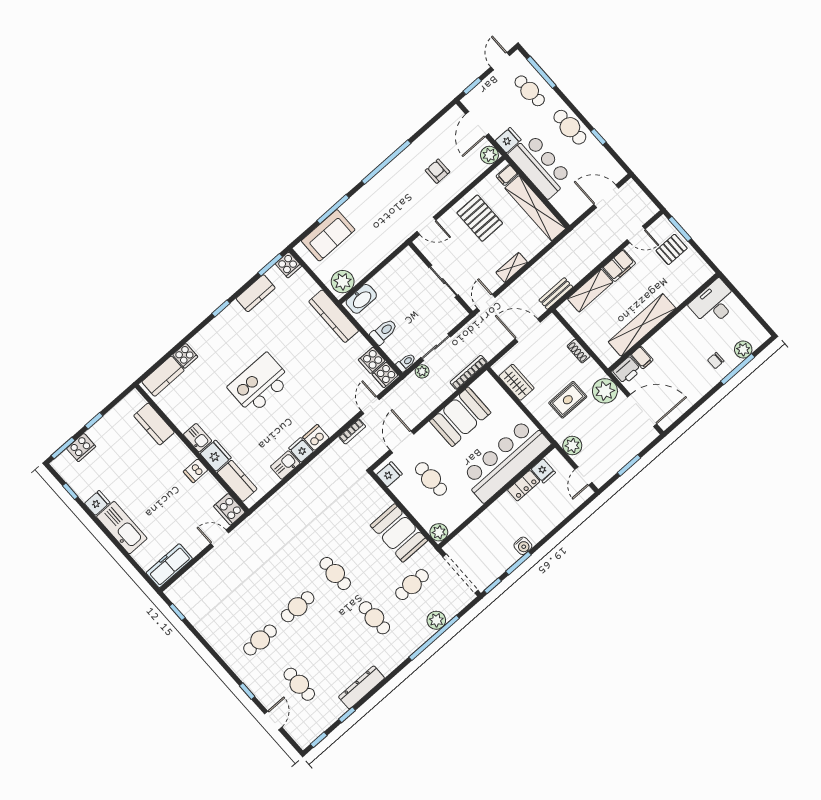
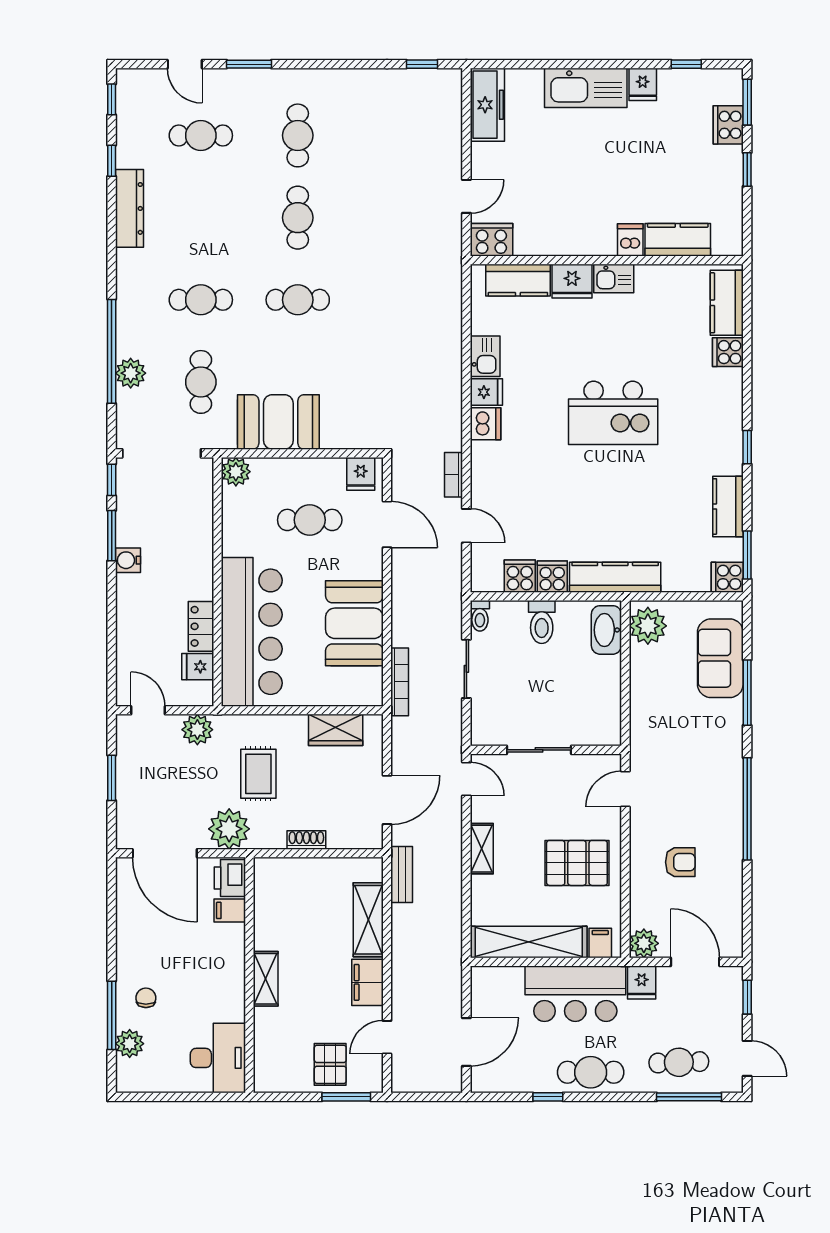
shelving: (642, 325) -> (266, 979), width x0.45, depth x0.75
plant: (422, 371) -> (451, 626), removed
cooker: (385, 375) -> (552, 577), moved
kitchen island: (259, 384) -> (613, 413), turned 90
door: (642, 410) -> (165, 853), hinge flipped
dishwasher: (196, 471) -> (630, 240), moved
window: (247, 691) -> (249, 64), width x1.50

